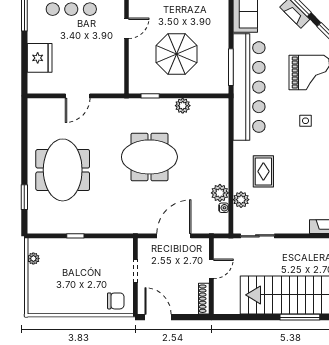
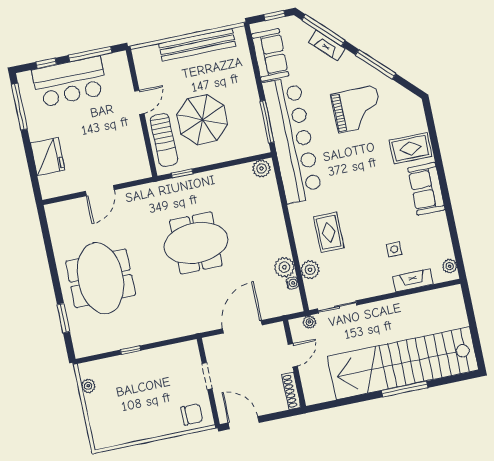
sun lounger: (141, 64) -> (164, 140), added
plant: (183, 106) -> (262, 168), moved
side table: (306, 121) -> (394, 249), moved
plant: (231, 244) -> (309, 322), added

